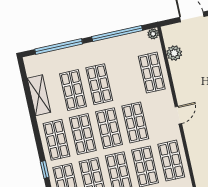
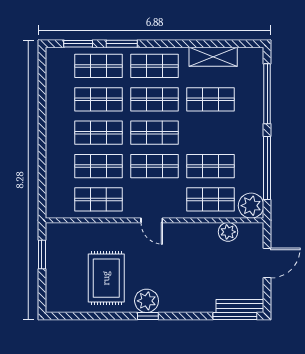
plant: (153, 34) -> (251, 206), width x1.87, depth x1.87
shop shelf: (99, 84) -> (210, 166), moved
window: (45, 170) -> (122, 44), width x1.50

